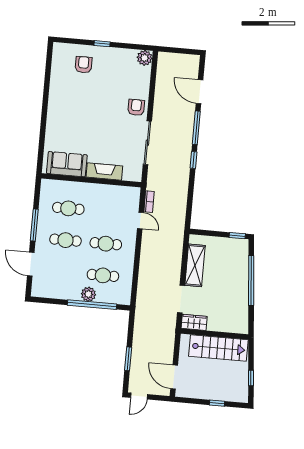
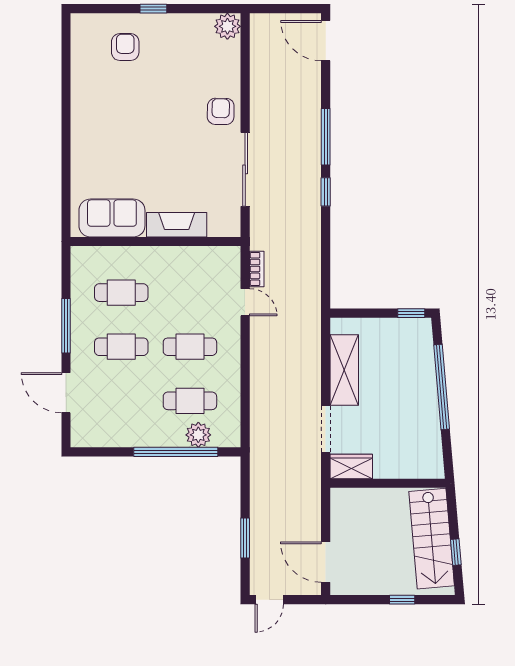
door: (200, 92) -> (326, 41), moved
plant: (88, 294) -> (198, 435), moved
stairs: (218, 348) -> (432, 539), moved, turned 85

